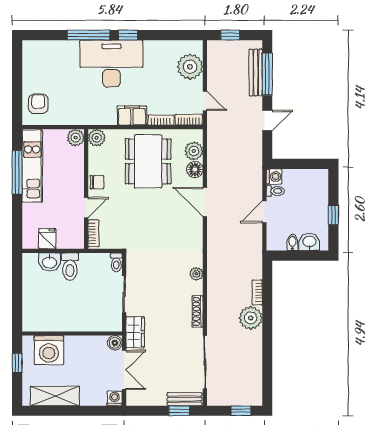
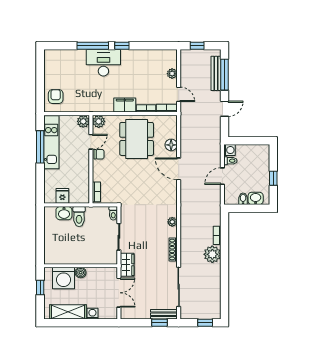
desk: (111, 64) -> (103, 63), width x0.73, depth x0.77
plant: (190, 67) -> (172, 74), width x0.53, depth x0.53
plant: (194, 151) -> (170, 131), removed
door: (86, 207) -> (91, 142), moved
boiler: (115, 343) -> (81, 273), moved
washing machine: (114, 398) -> (92, 314), moved

